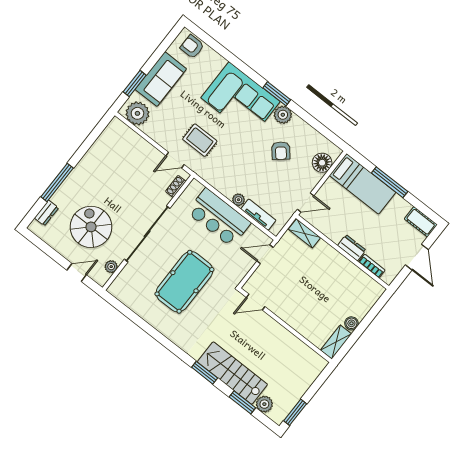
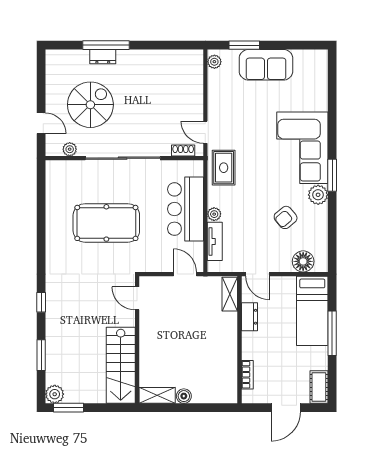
armchair: (192, 47) -> (315, 70), removed
plant: (137, 113) -> (214, 62), width x0.53, depth x0.53
rug: (200, 140) -> (224, 168), moved
dresser: (46, 213) -> (103, 57), moved
dresser: (352, 248) -> (249, 317), moved
window: (205, 373) -> (41, 302), width x0.67
stairs: (232, 373) -> (121, 365), moved, turned 180
plant: (264, 404) -> (55, 394), moved

